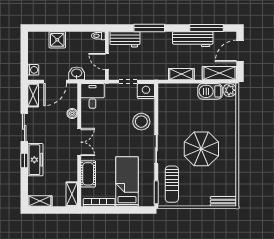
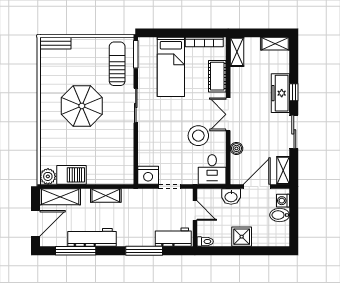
shower: (57, 40) -> (242, 237), moved
bidet: (36, 58) -> (280, 215), added
stool: (141, 122) -> (198, 136), moved

